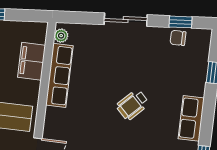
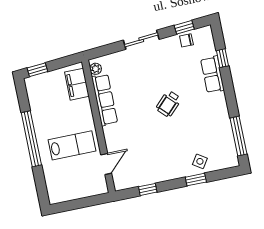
filing cabinet: (32, 61) -> (77, 84), moved
row of seats: (191, 118) -> (212, 75), moved

